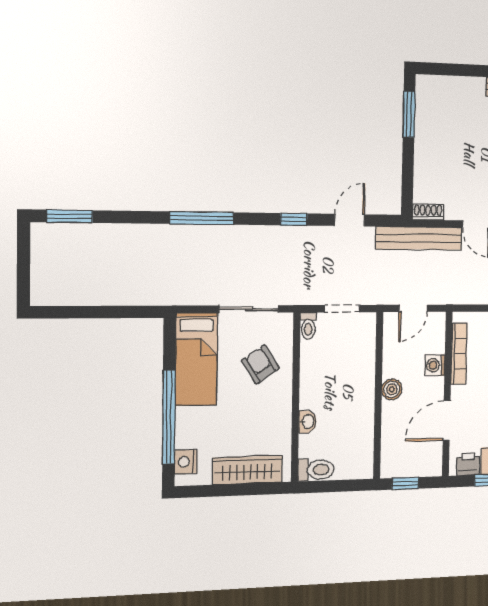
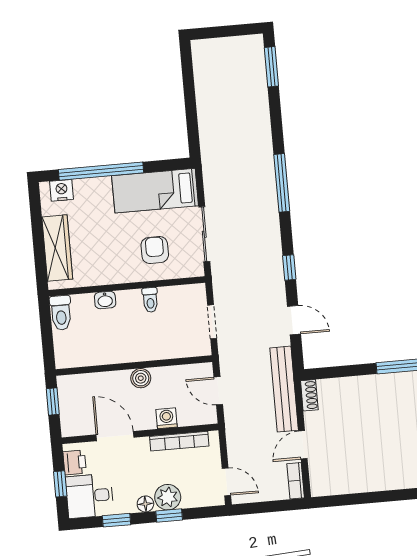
toilet: (308, 326) -> (150, 300), moved, turned -90
armchair: (260, 364) -> (155, 250), turned -57

